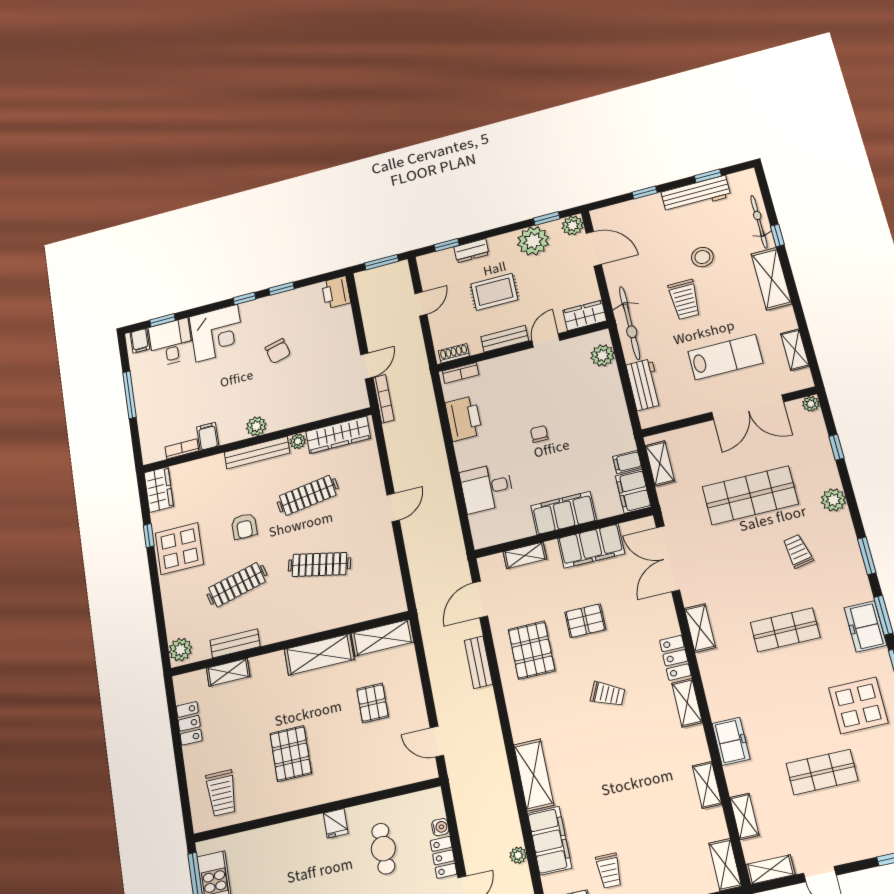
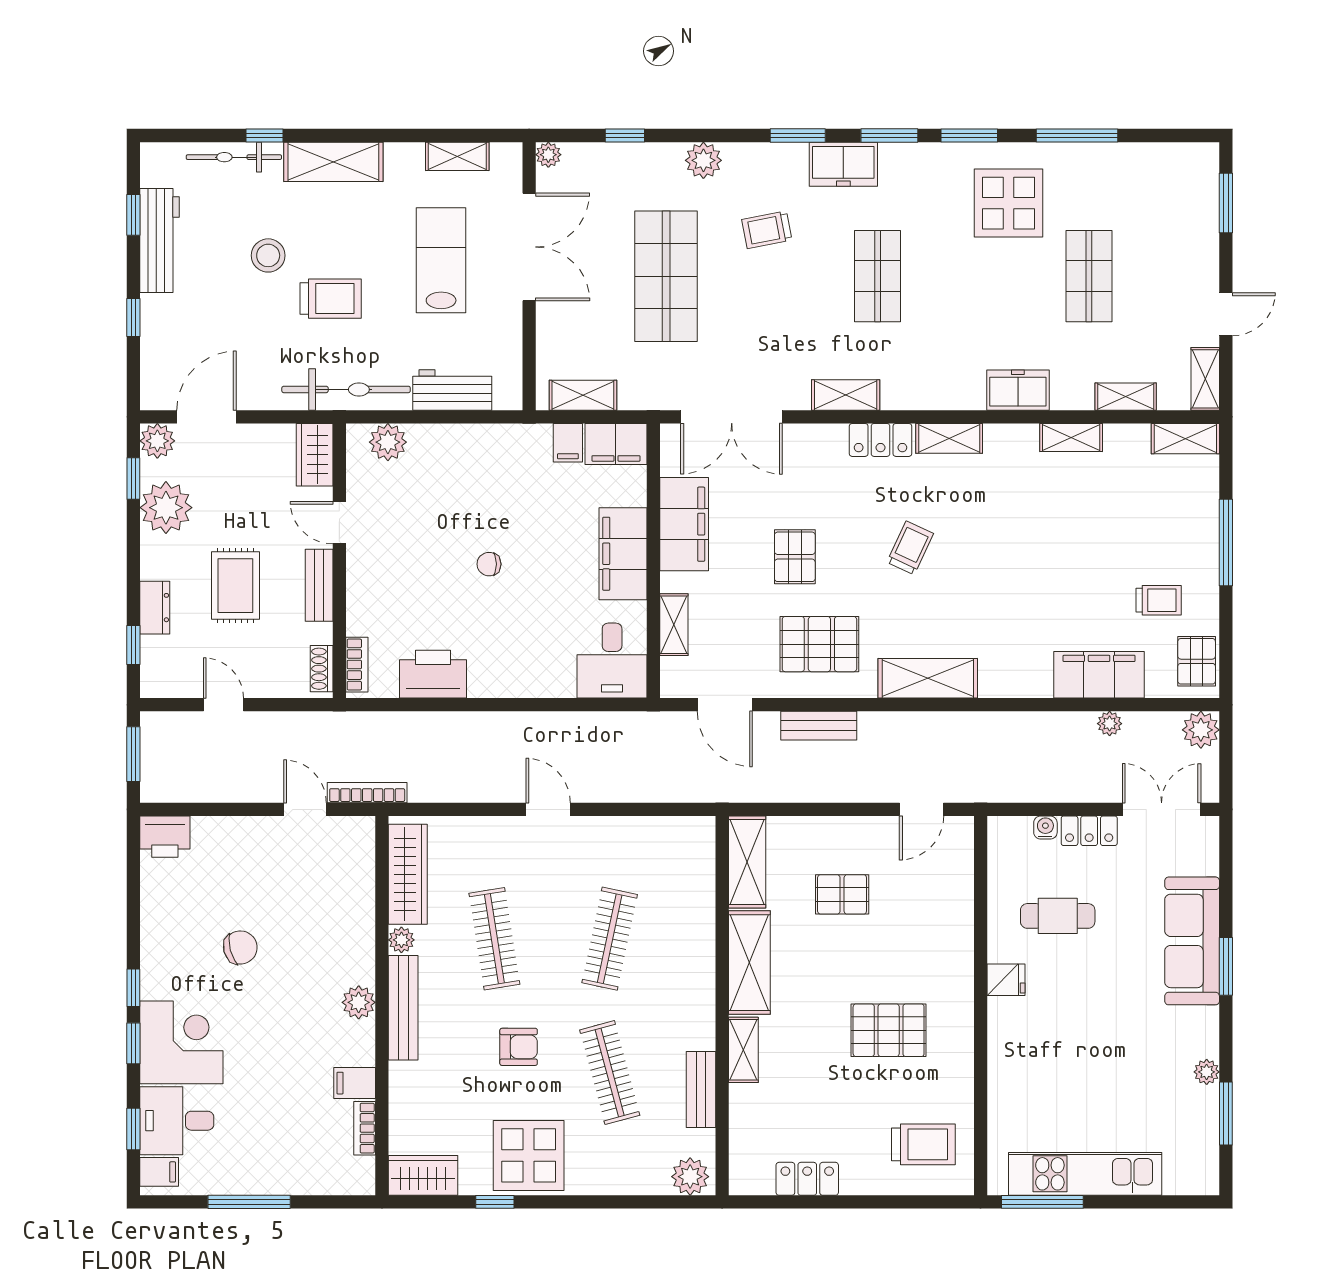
window: (282, 289) -> (133, 1043), moved
desk: (487, 488) -> (612, 661), moved
freezer: (865, 626) -> (843, 164), moved
shelving: (228, 672) -> (743, 1050), moved
shelving: (534, 775) -> (928, 678), moved

